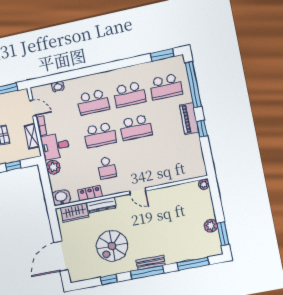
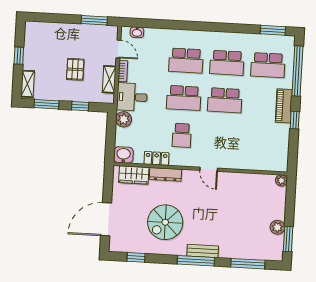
washbasin: (58, 86) -> (137, 32), moved
window: (109, 279) -> (136, 257), moved

